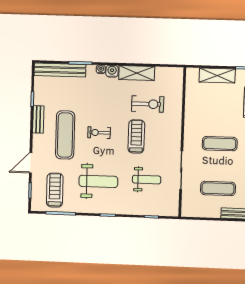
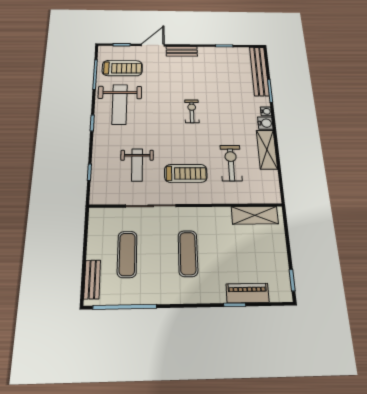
shelving: (217, 75) -> (255, 215), moved, turned 90
exercise bike: (148, 104) -> (231, 163), turned 180
bench: (38, 119) -> (182, 51), moved
exercise mat: (65, 135) -> (186, 77), removed
treadmill: (136, 136) -> (186, 173), moved
door: (31, 163) -> (153, 45), hinge flipped
weight bench: (98, 181) -> (120, 104), moved

